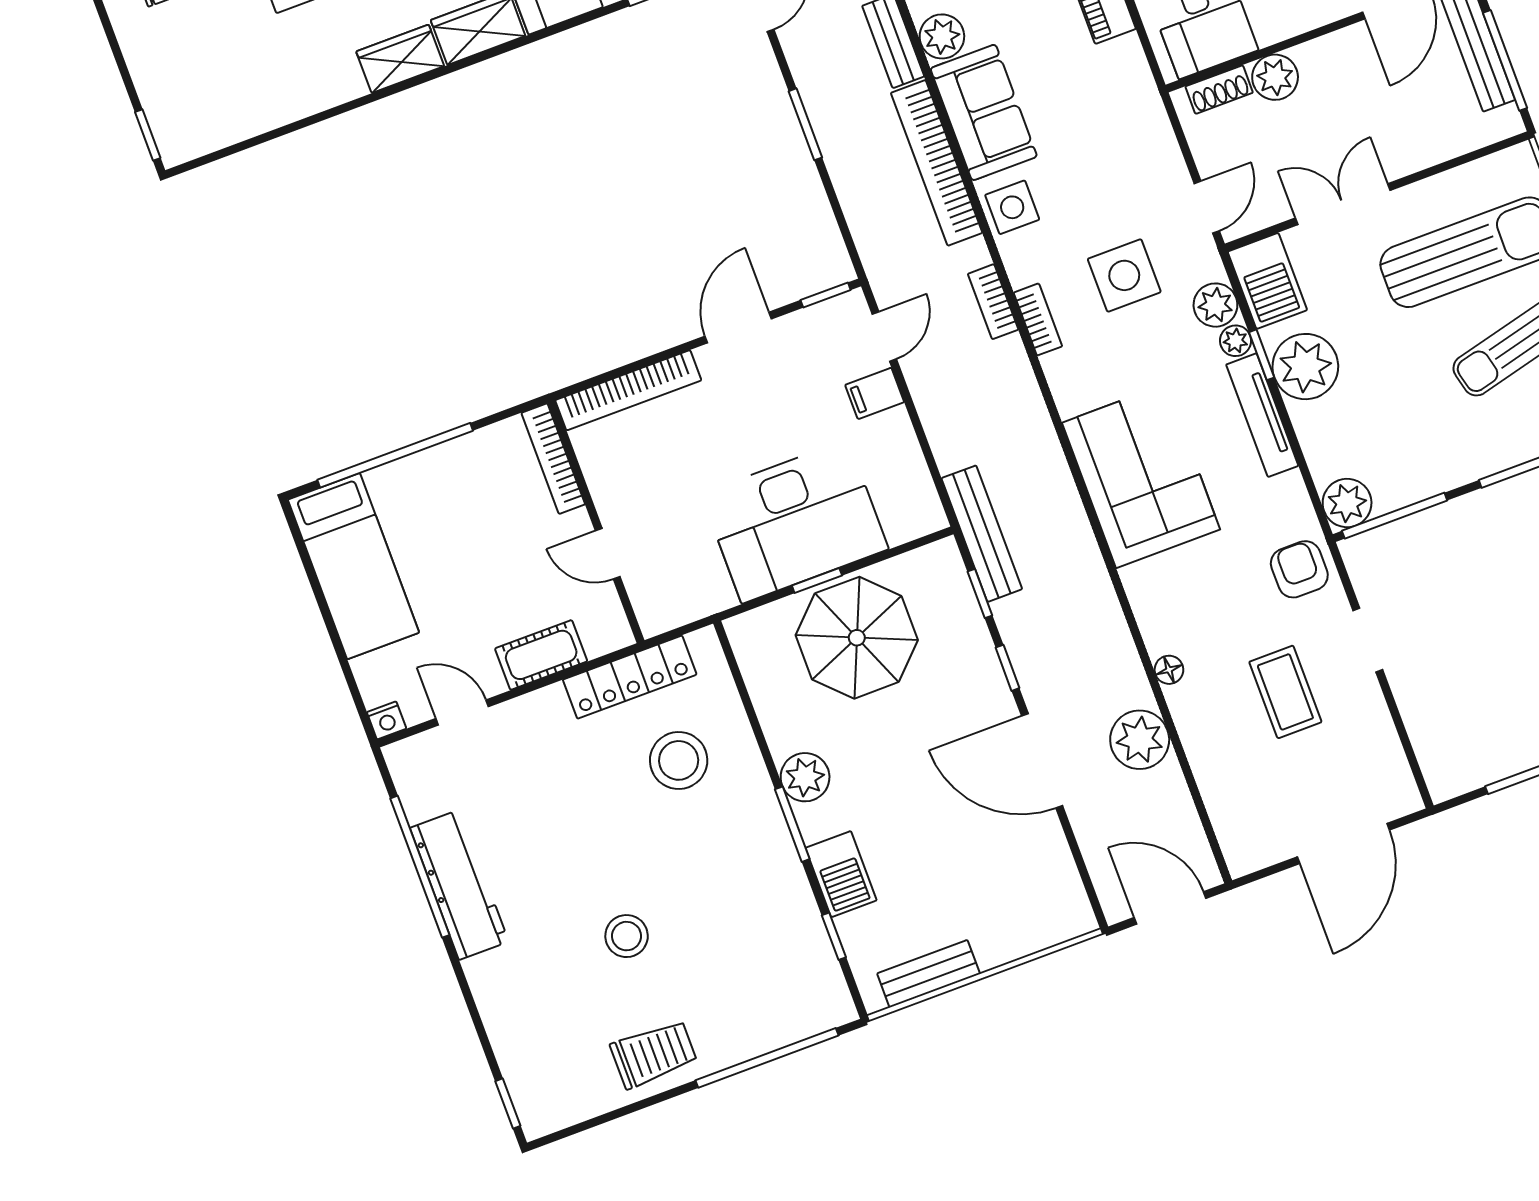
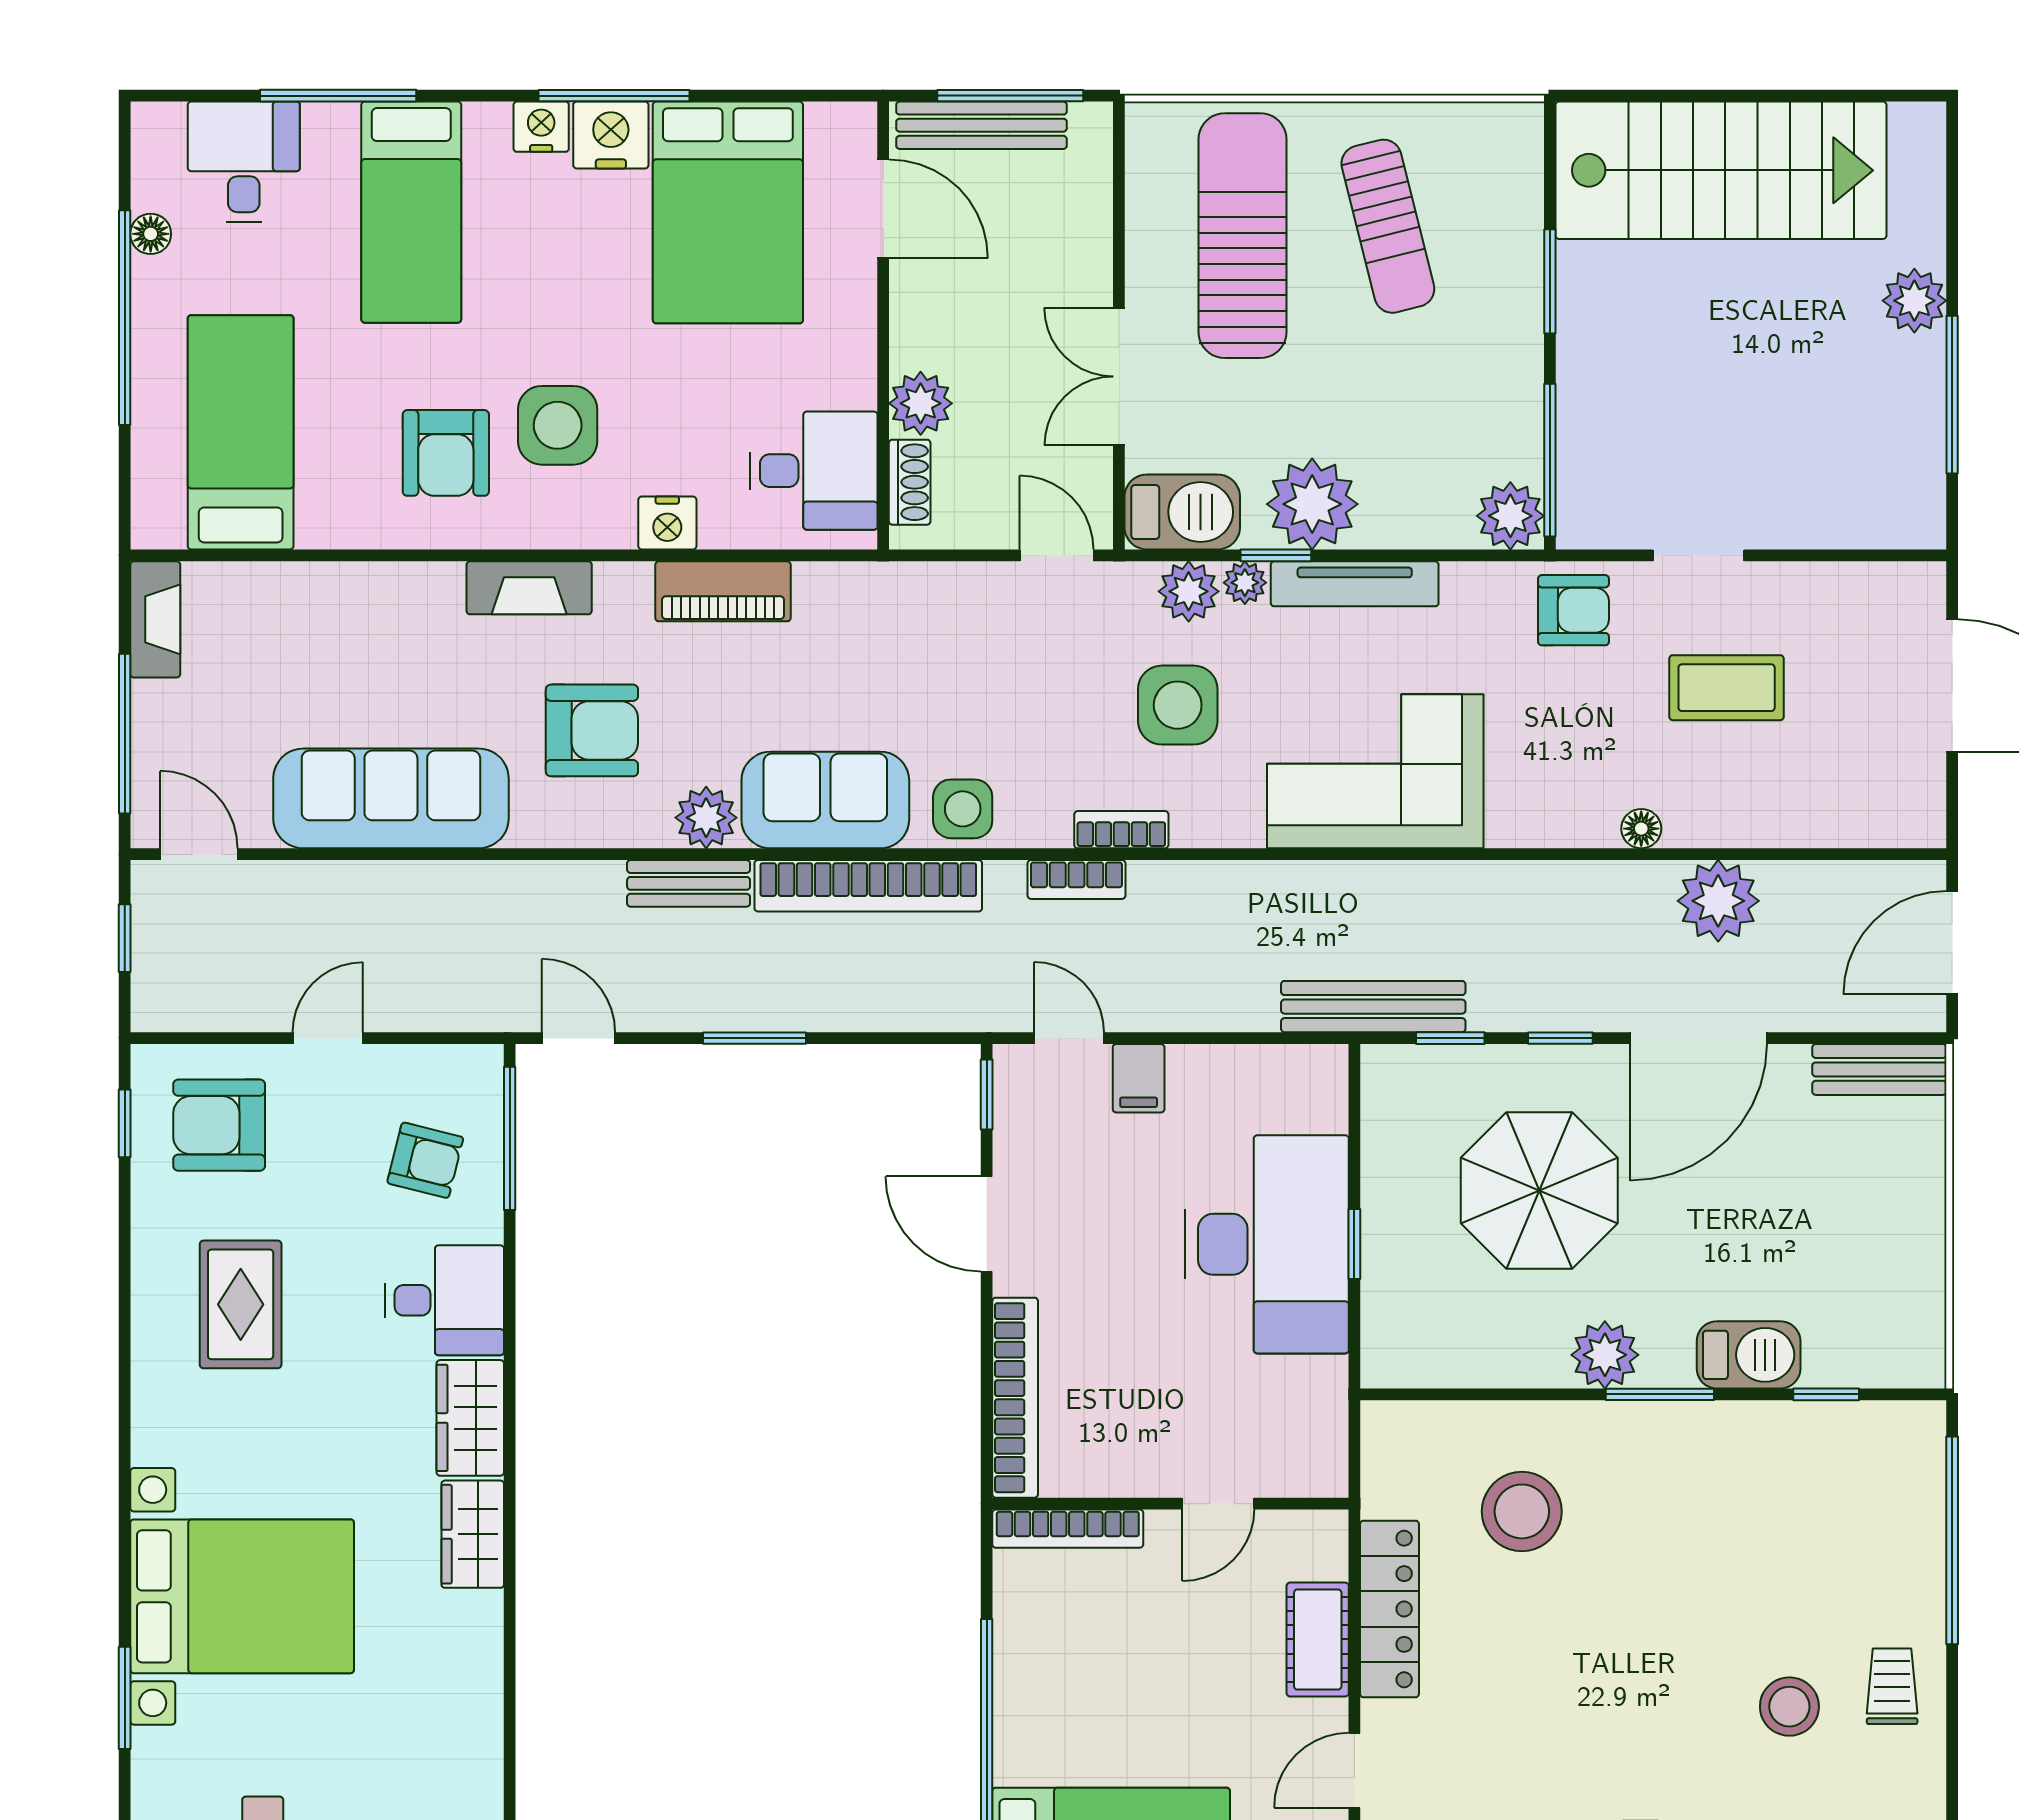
side table: (1124, 275) -> (1178, 705), moved
armchair: (1299, 569) -> (1573, 610), turned 180
parasol: (857, 638) -> (1539, 1191), moved
locker: (630, 677) -> (1389, 1609), moved
stool: (627, 936) -> (1789, 1707), moved
bench: (929, 974) -> (1879, 1069), moved, turned 90
trolley: (654, 1054) -> (1892, 1686), width x0.73, depth x0.72

